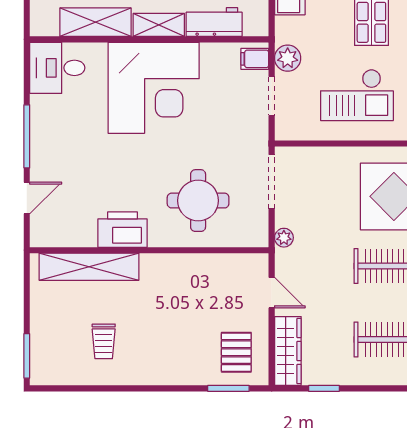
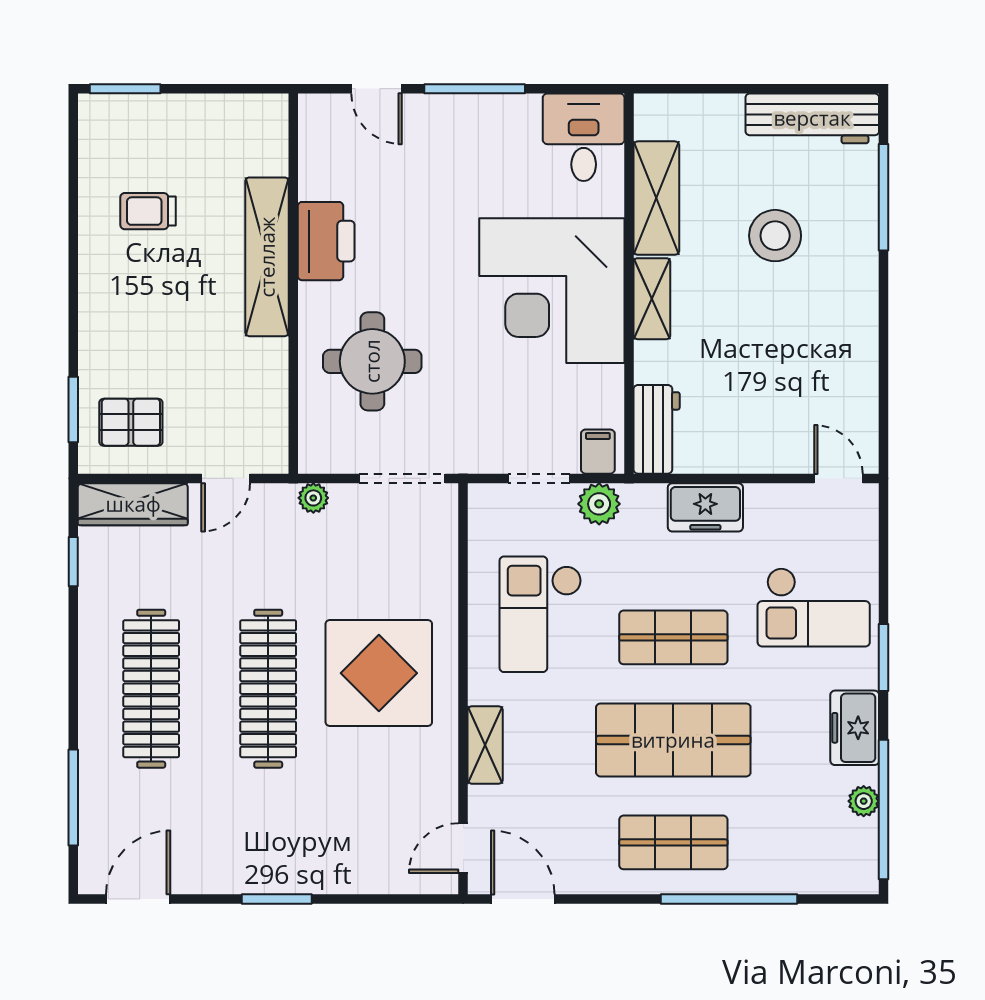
workbench: (214, 22) -> (657, 429), moved
shelving: (89, 267) -> (267, 257), moved

